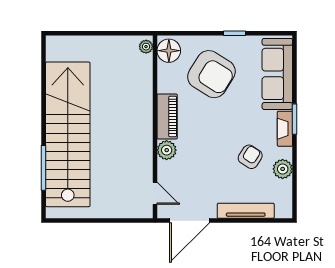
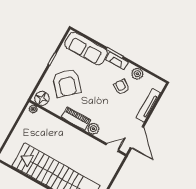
armchair: (211, 74) -> (67, 83), turned 106

